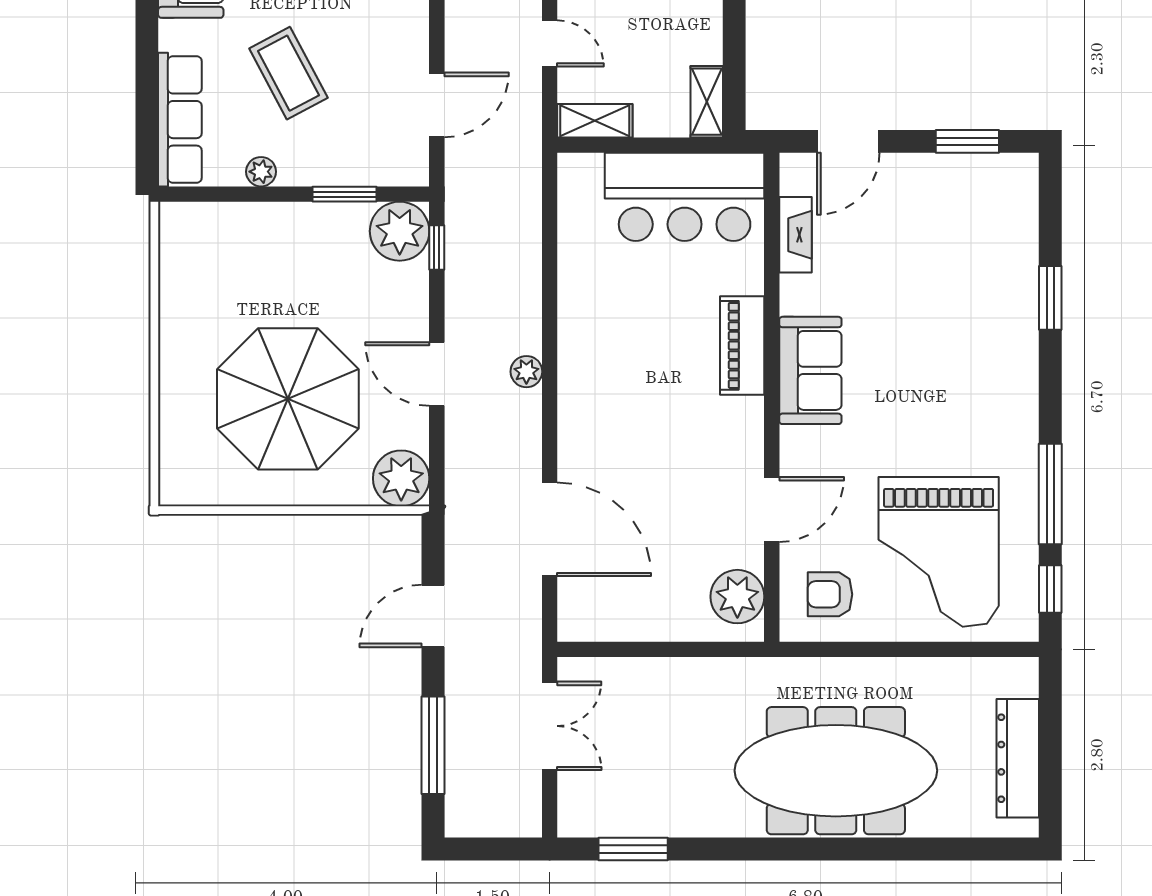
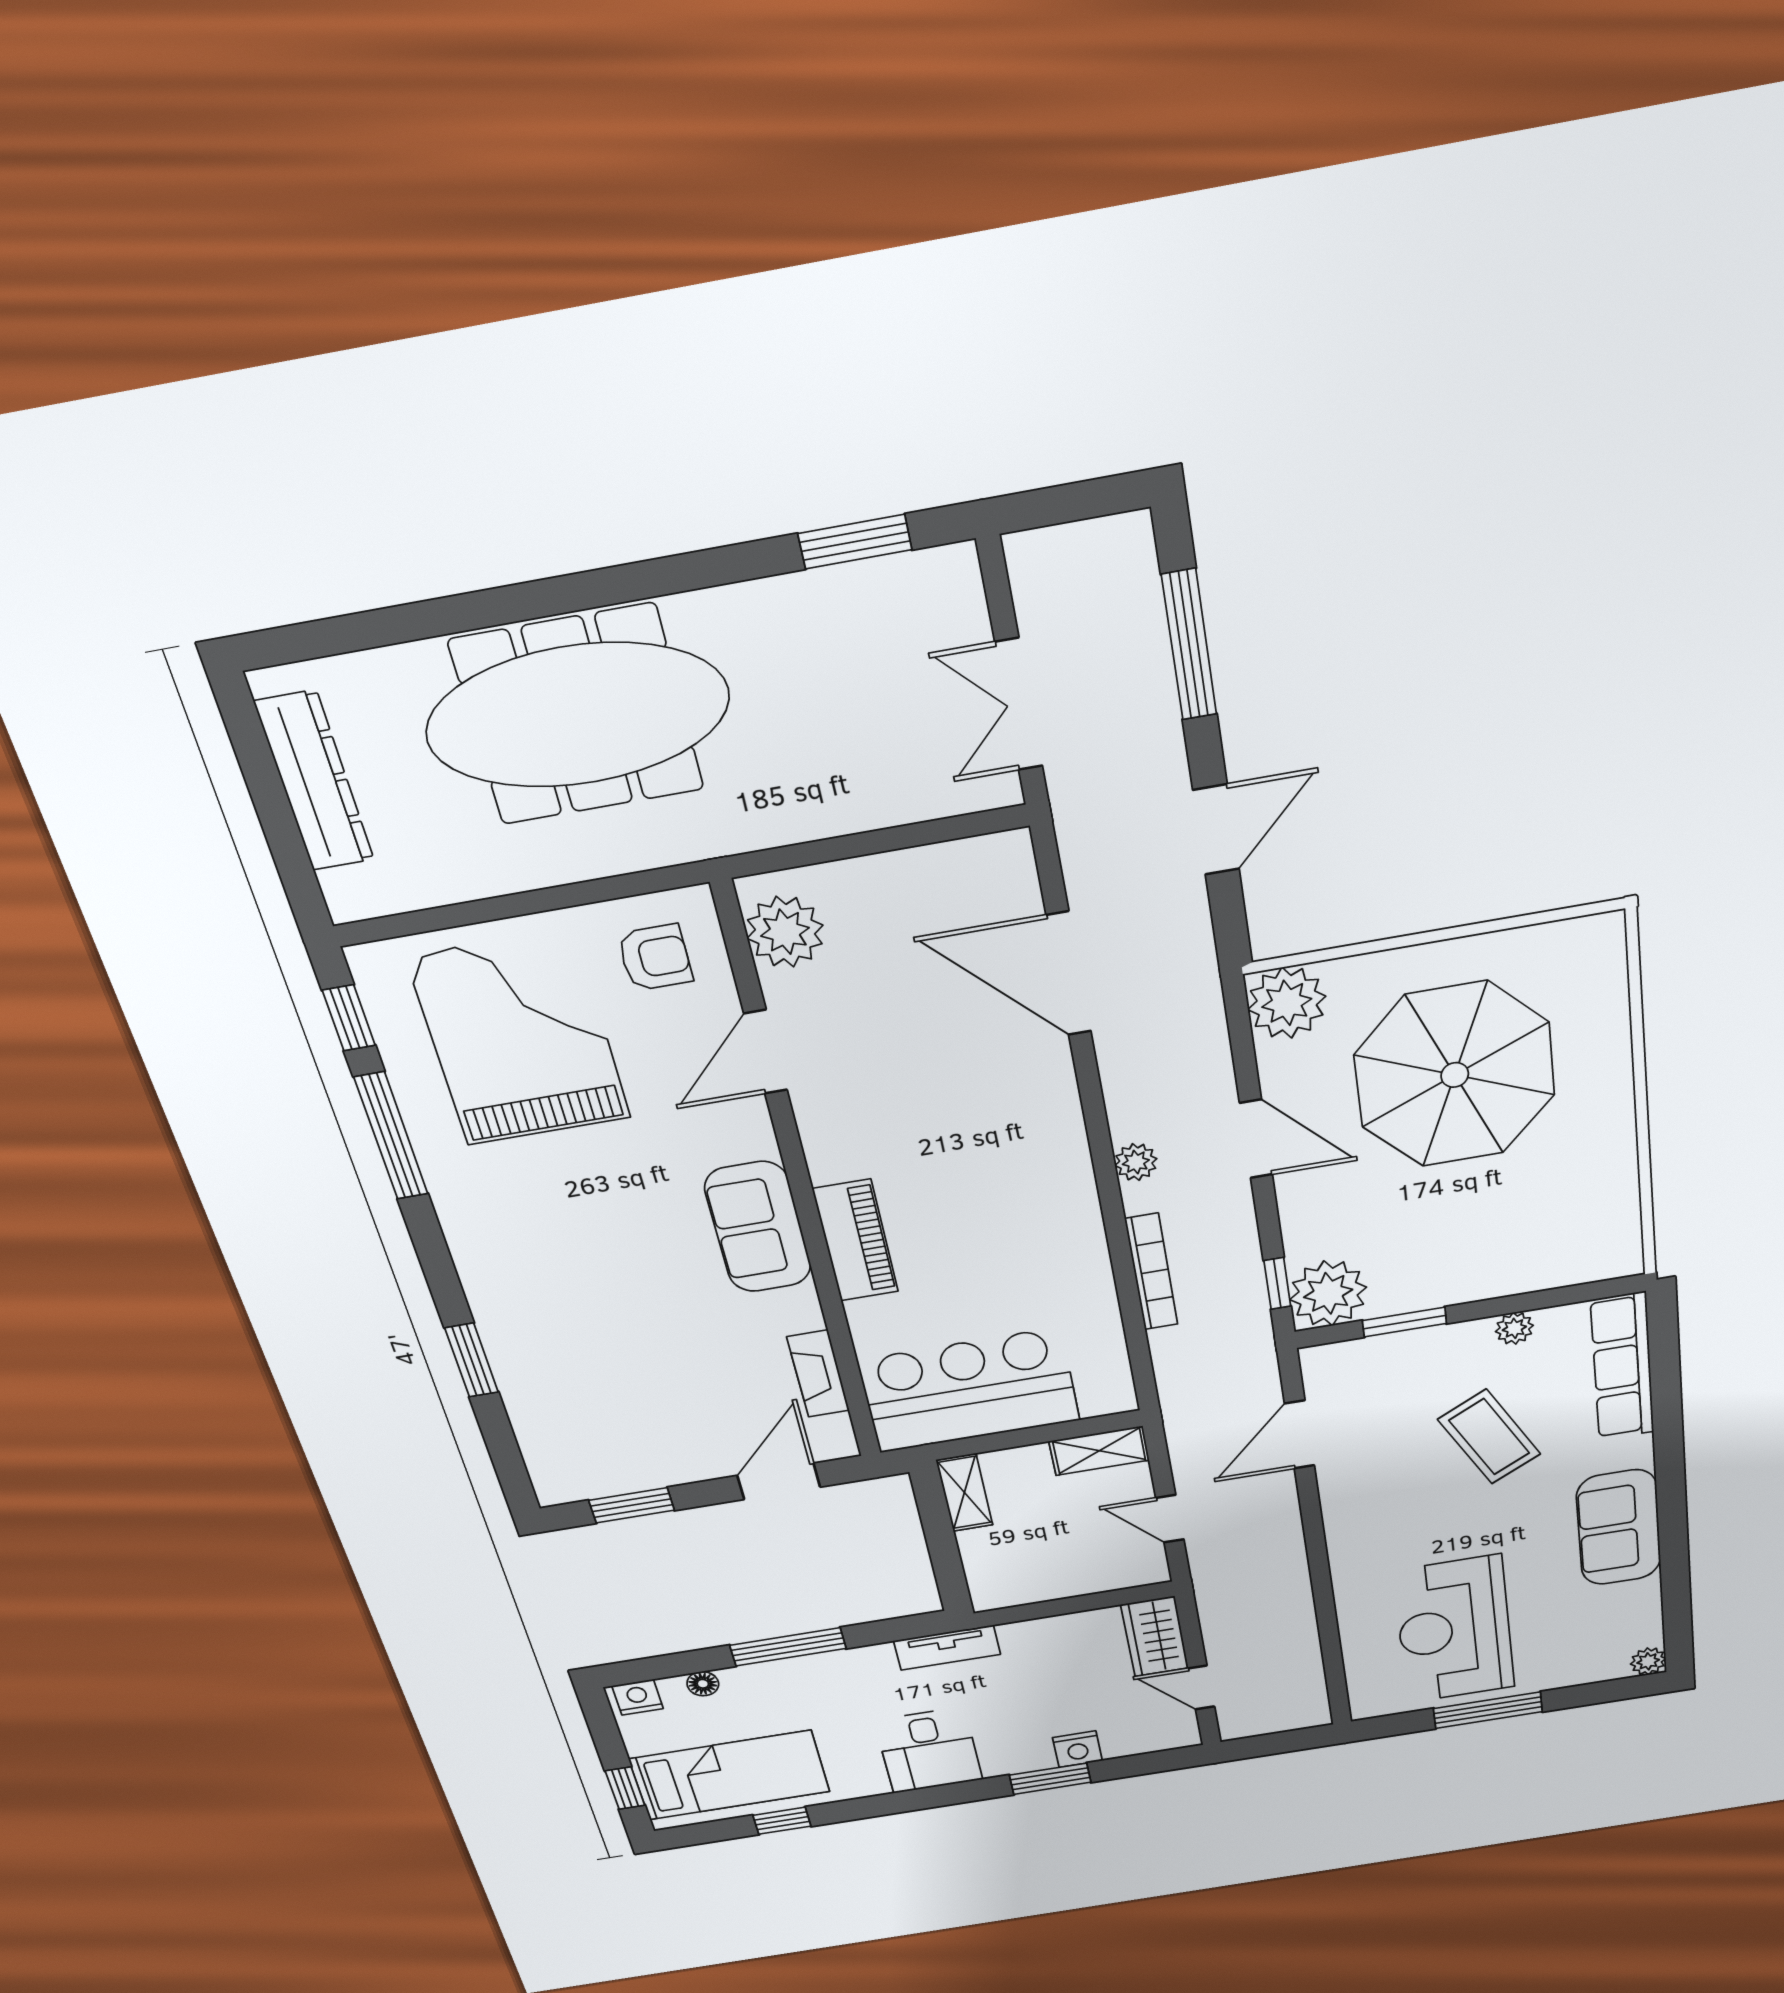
bookcase: (529, 276) -> (1151, 1272), added

